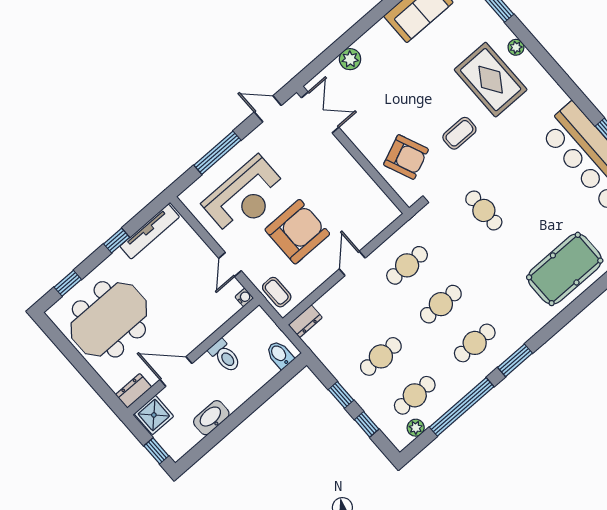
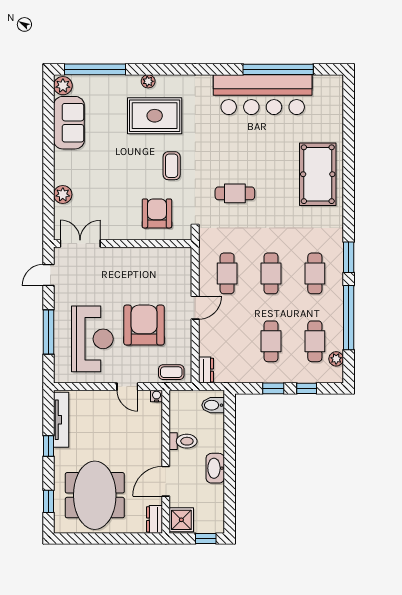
armchair: (406, 157) -> (157, 213), turned -67
door: (352, 263) -> (195, 308), swing flipped
washbasin: (211, 418) -> (215, 468), moved

